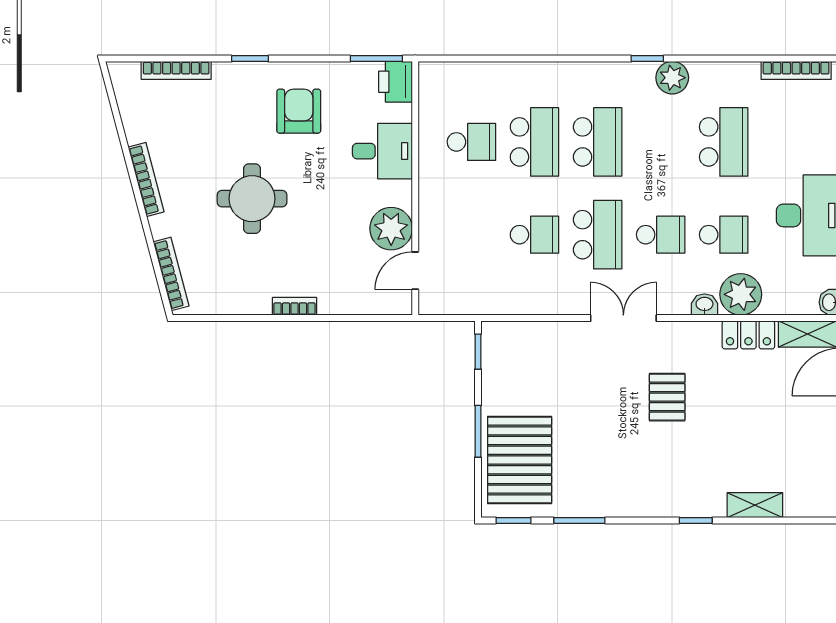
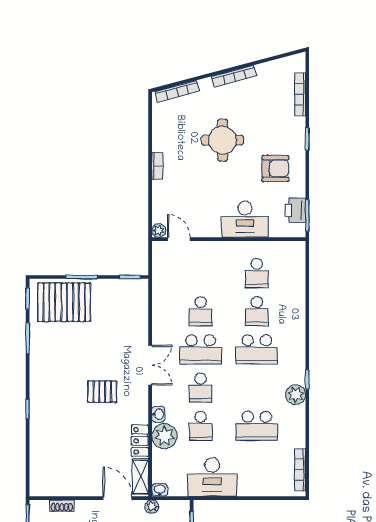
printer: (396, 82) -> (295, 210), moved, turned -90
school desk: (535, 142) -> (257, 311), width x0.54
desk: (382, 151) -> (245, 219), width x1.37
plant: (391, 229) -> (159, 230), moved, width x0.53, depth x0.53
shelving: (755, 505) -> (37, 445), removed

